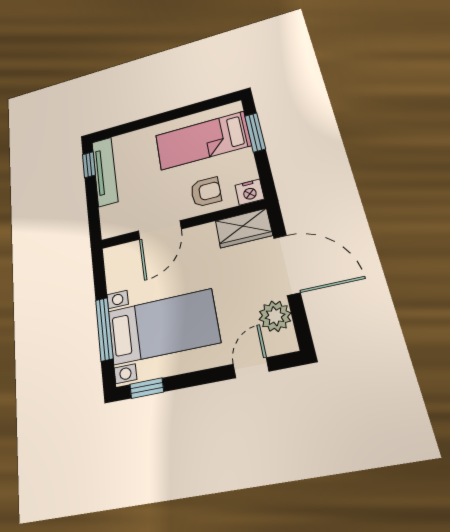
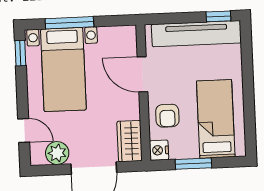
window: (255, 132) -> (193, 164), moved
tv unit: (105, 171) -> (196, 34), width x1.36, depth x1.29

